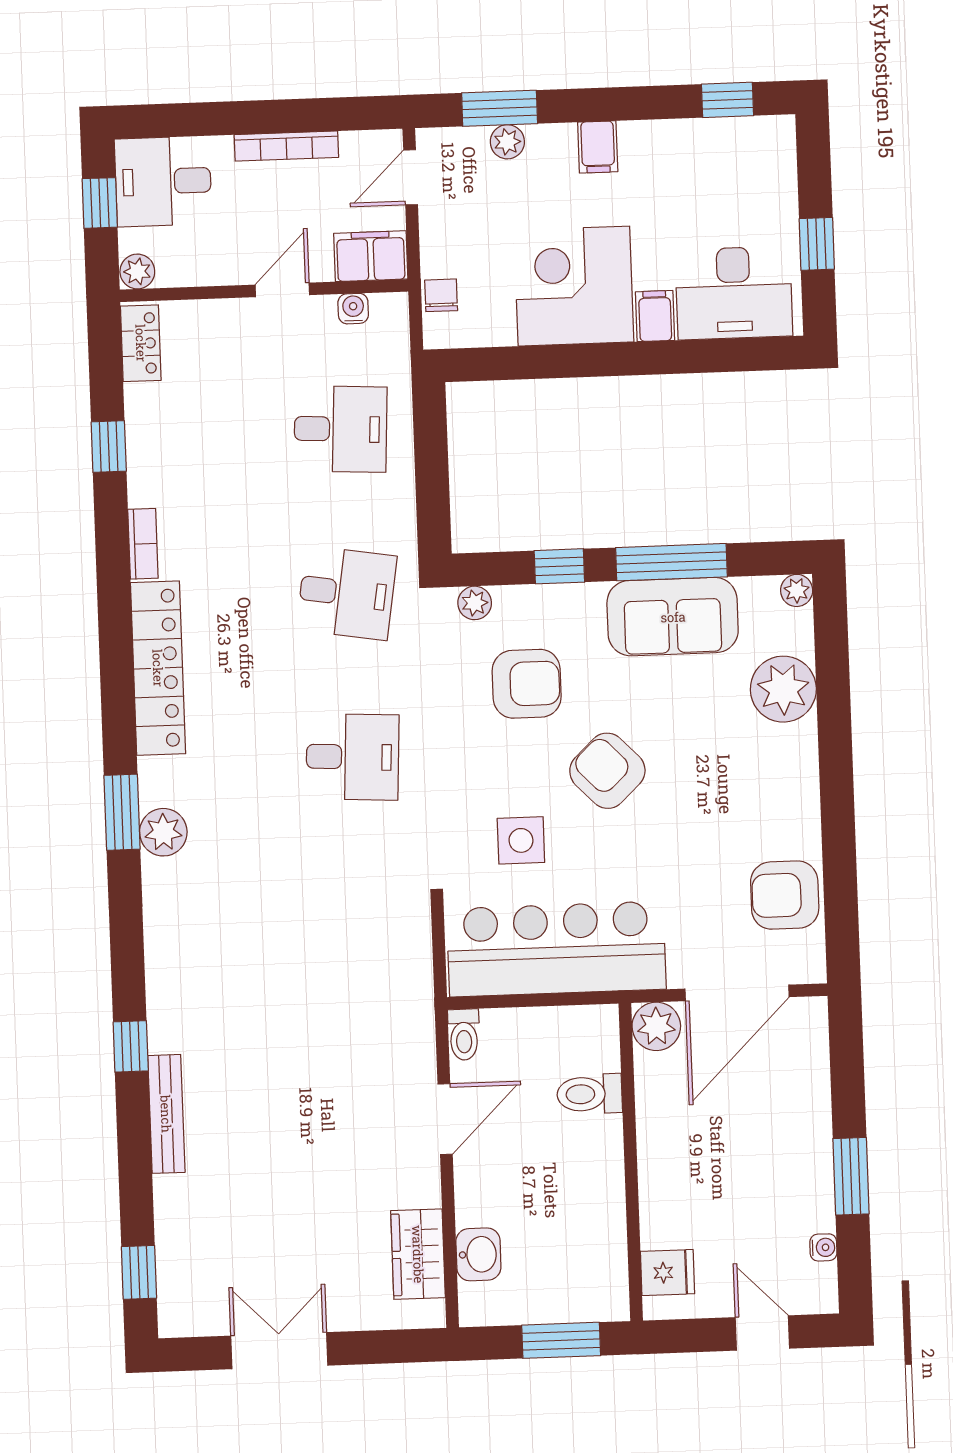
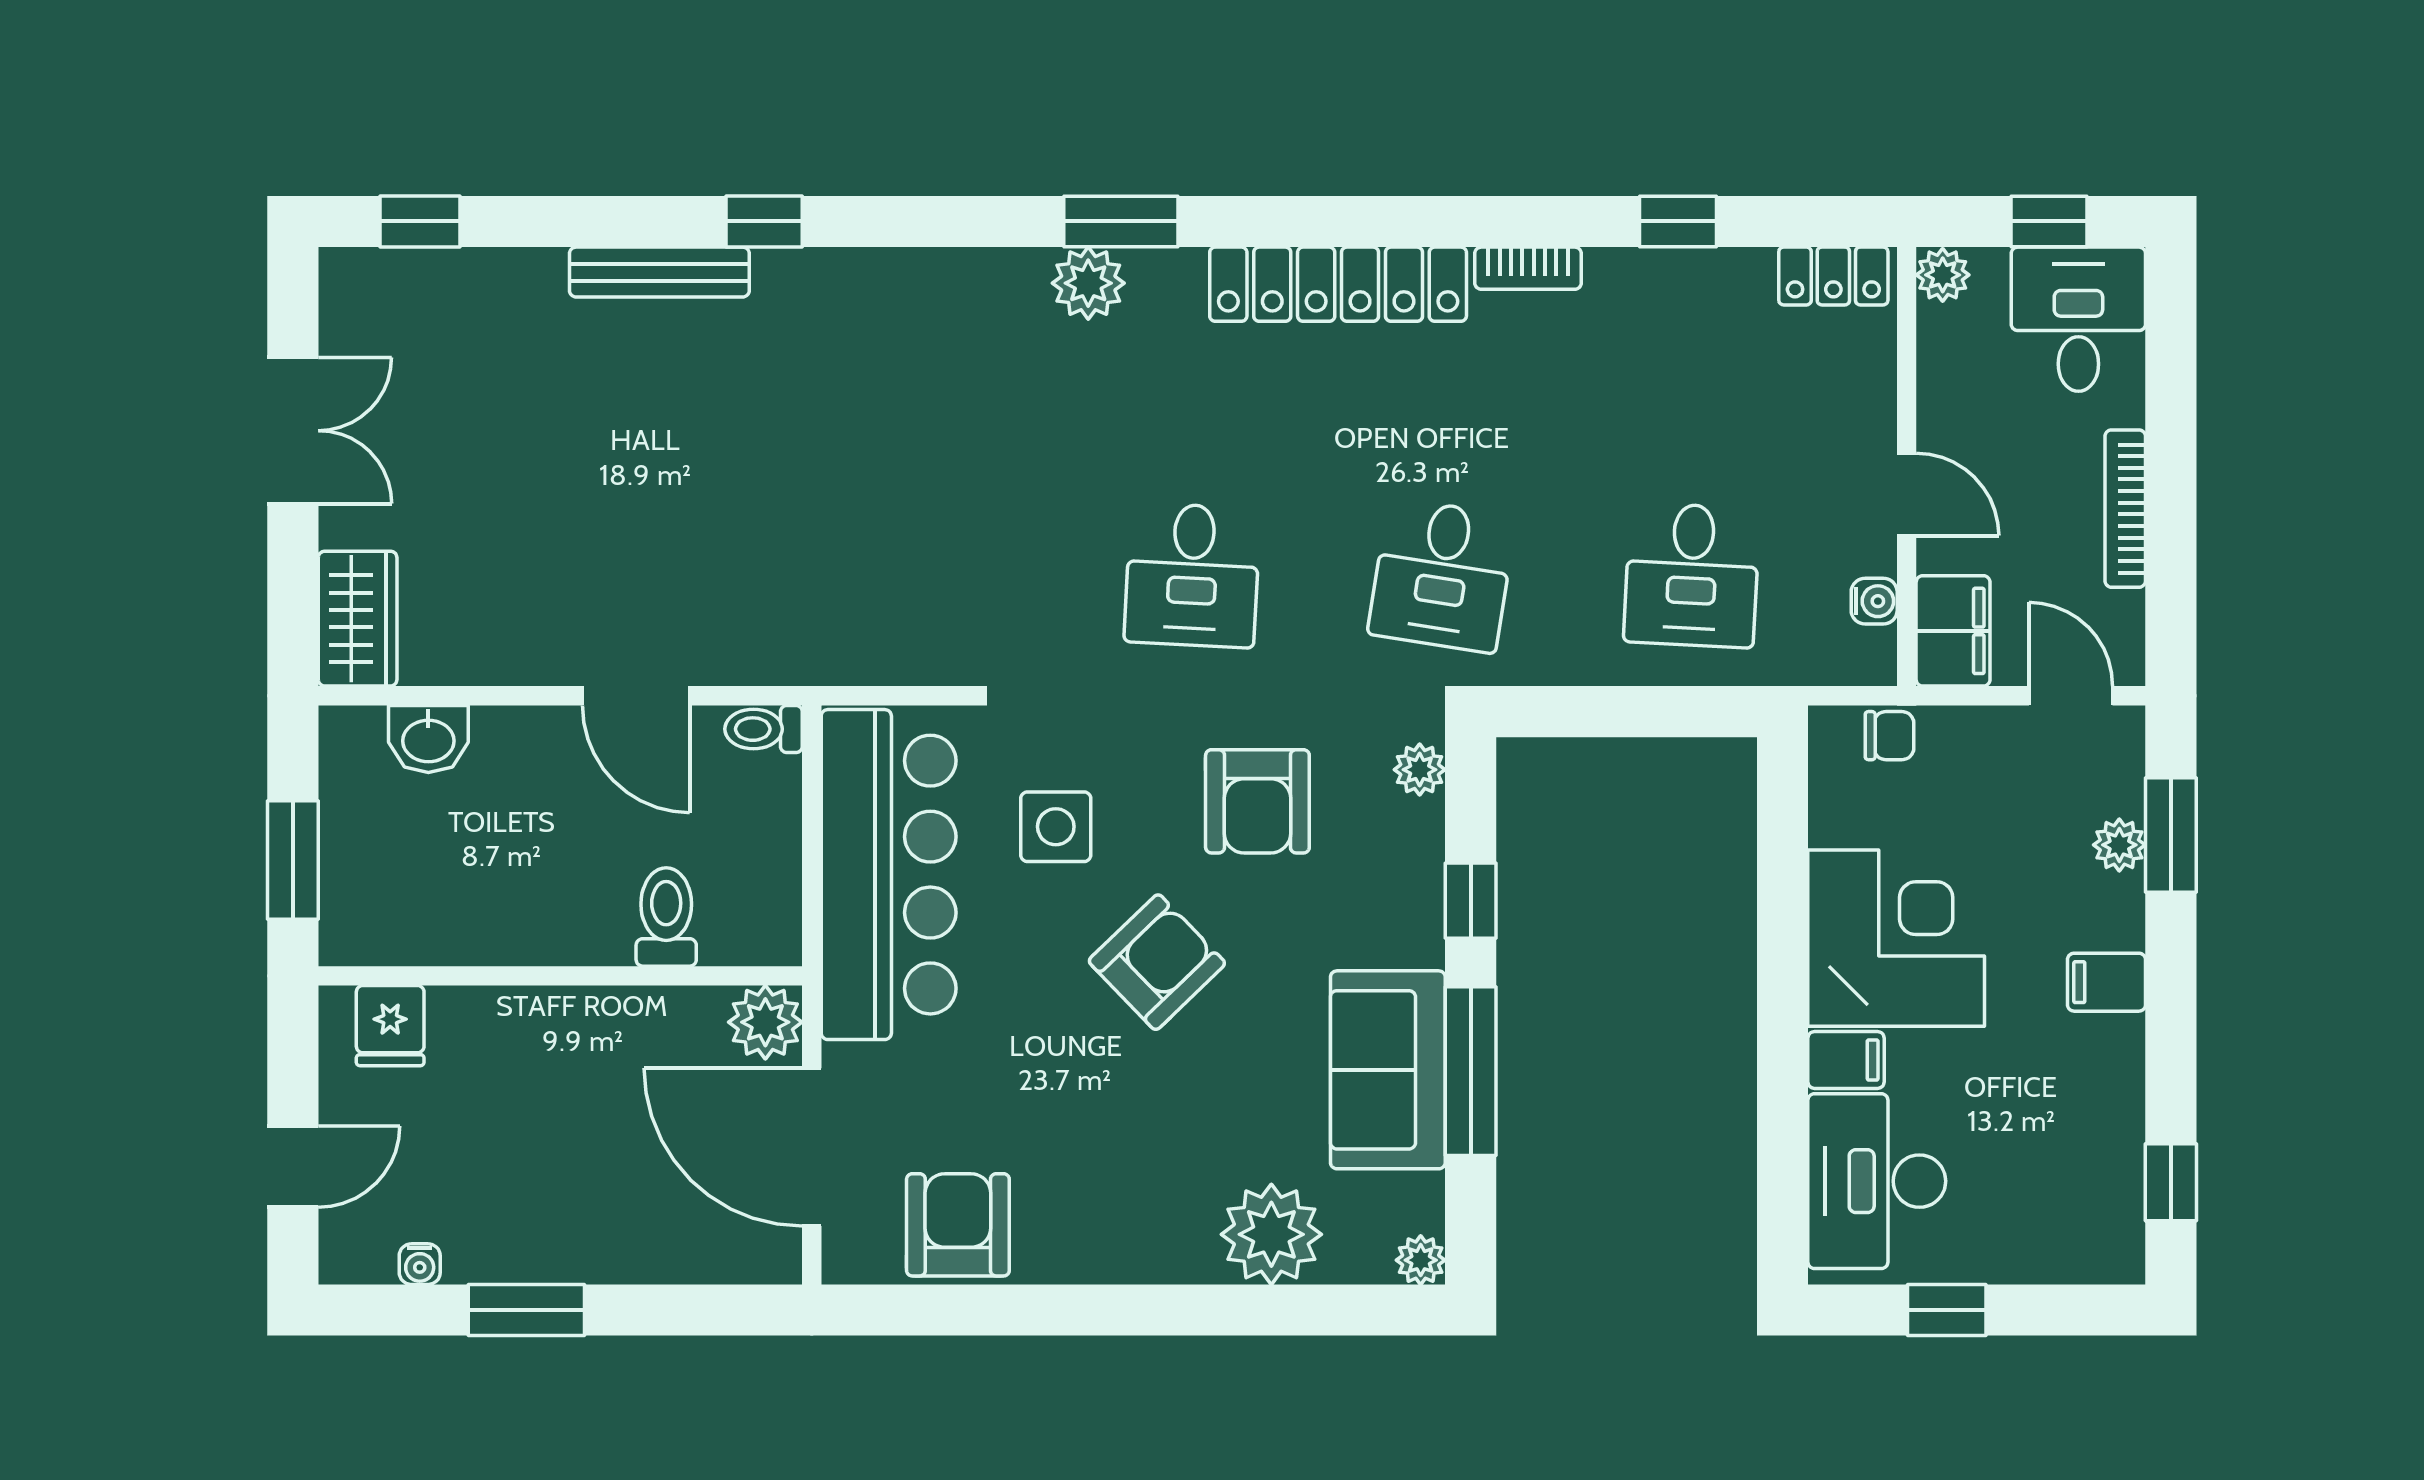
armchair: (527, 684) -> (1257, 801), moved
wardrobe: (418, 1254) -> (358, 619), moved, turned 90

